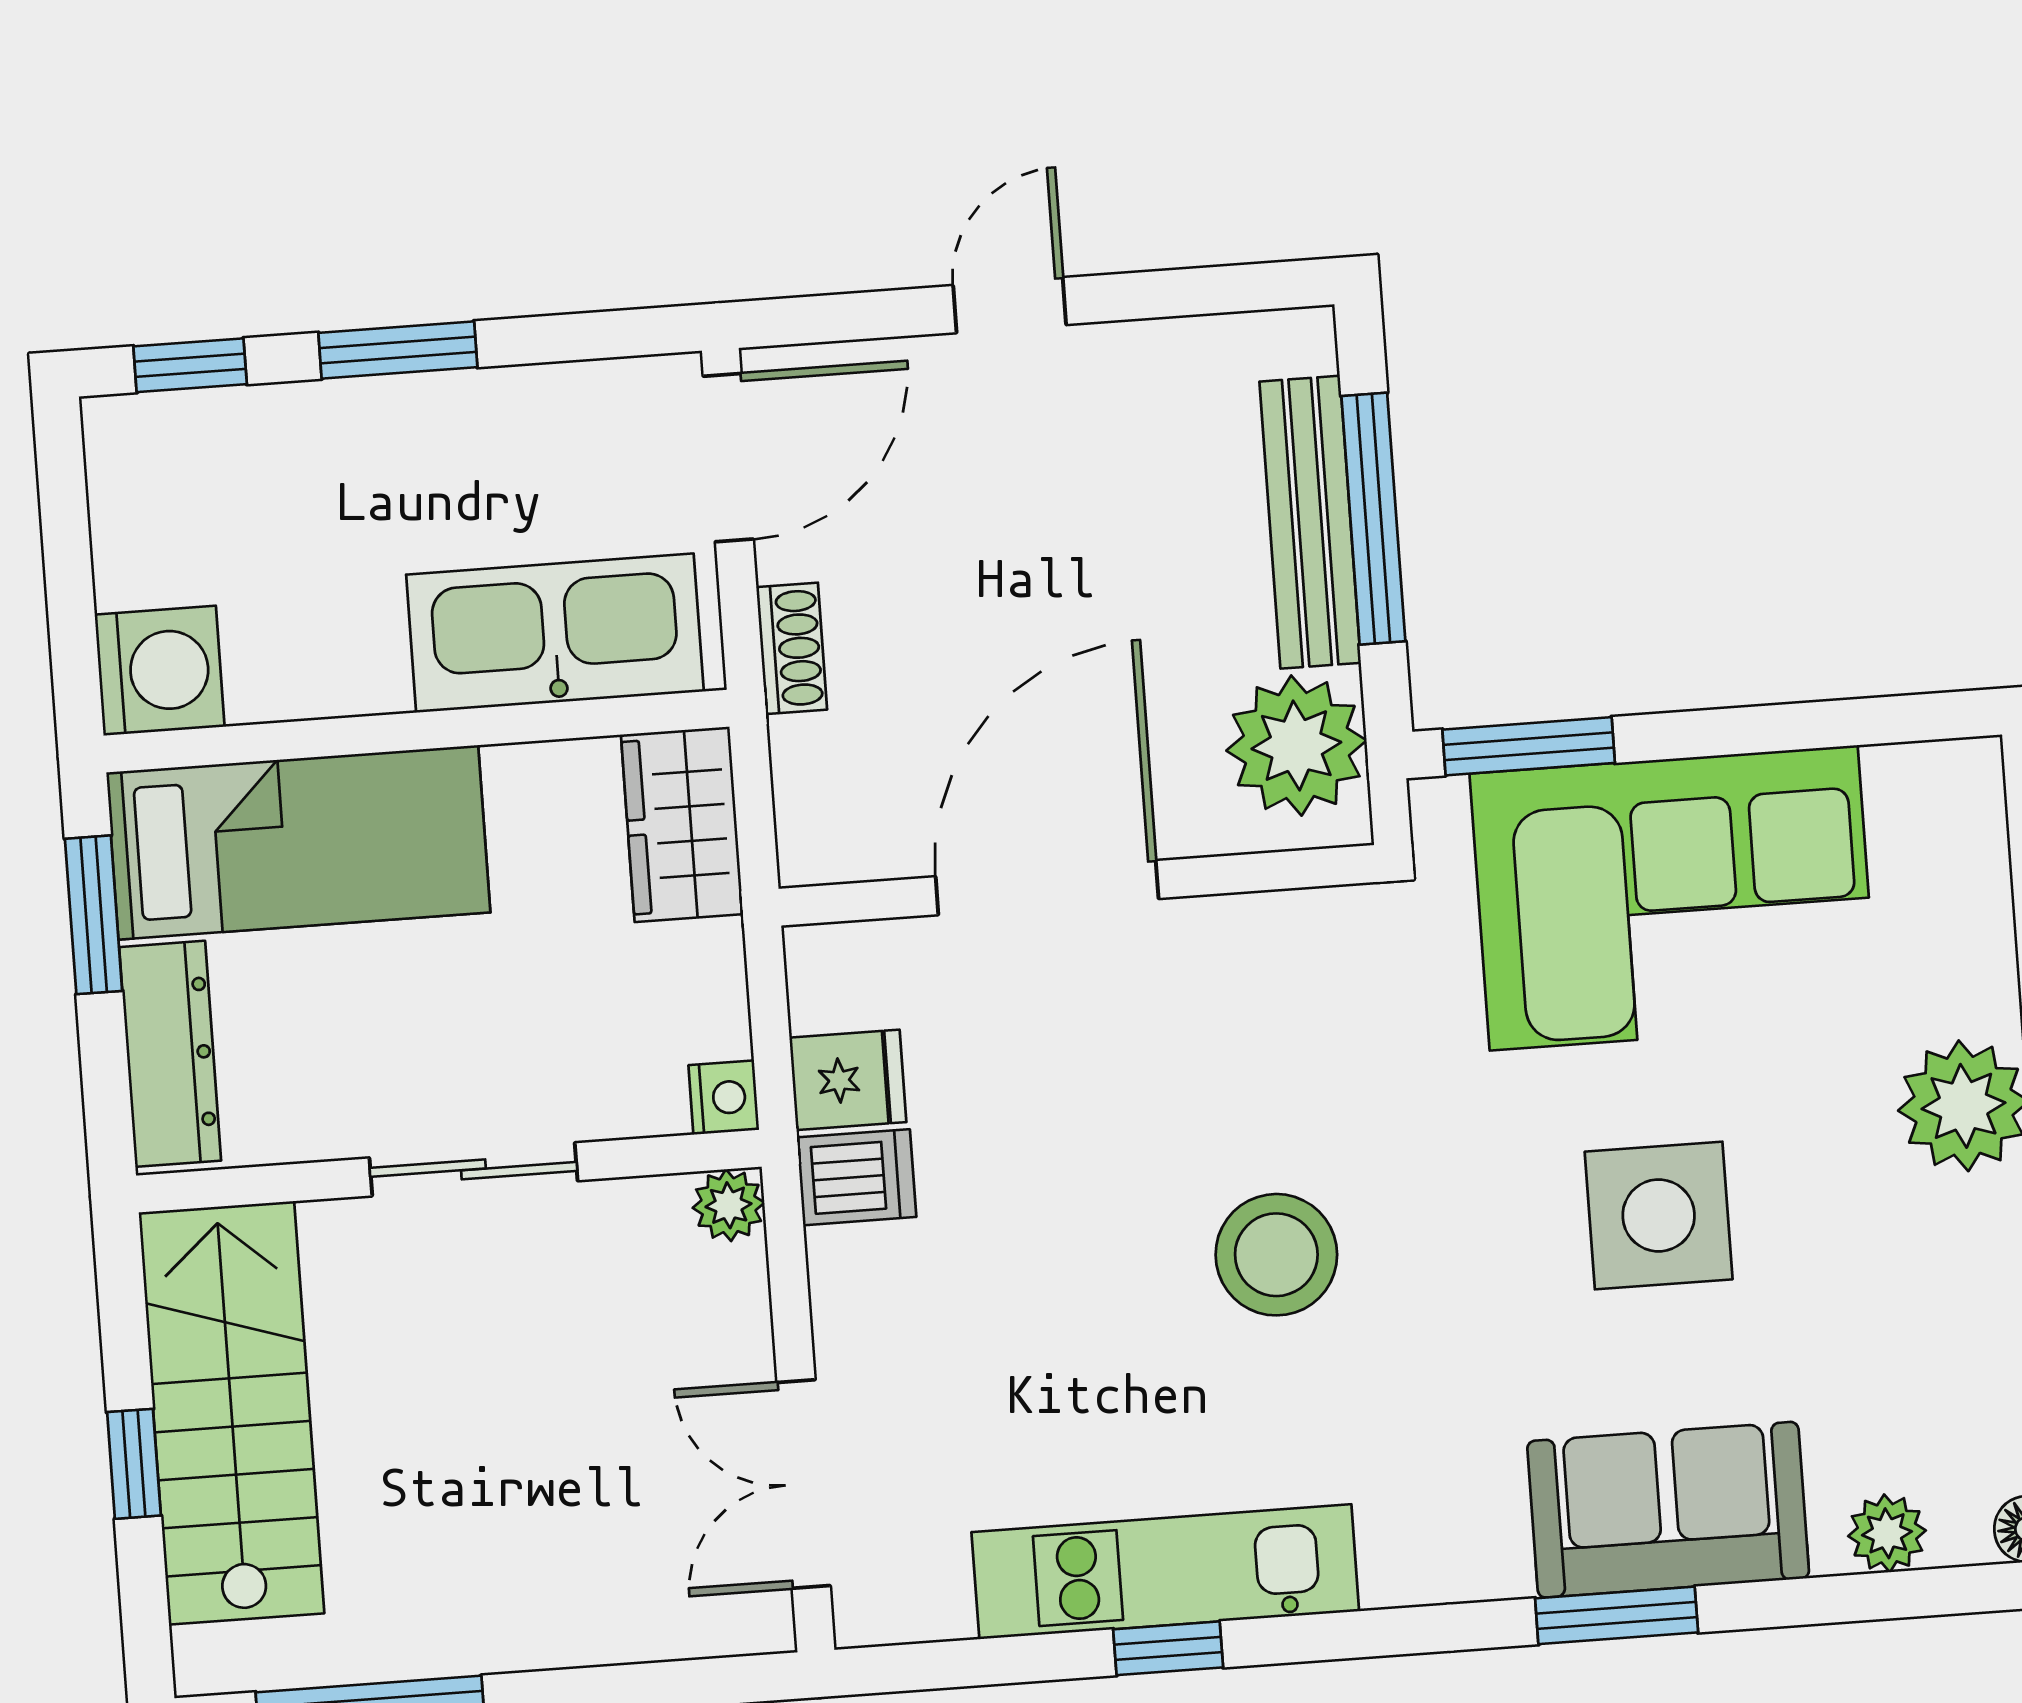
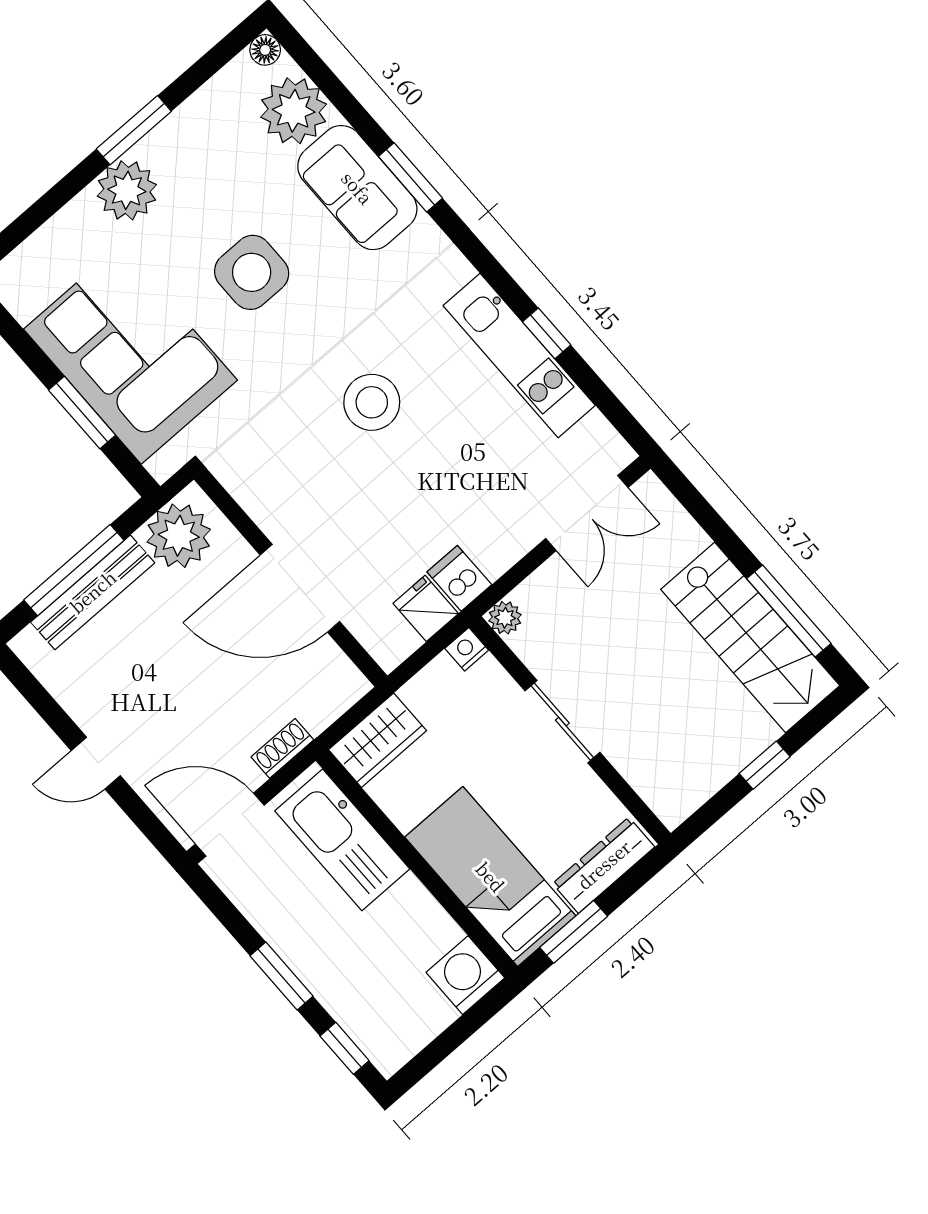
window: (1529, 746) -> (82, 413), moved
stairs: (231, 1413) -> (750, 637), moved, turned -90
plant: (1887, 1533) -> (294, 111), width x1.87, depth x1.87

